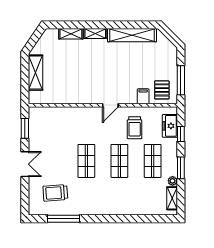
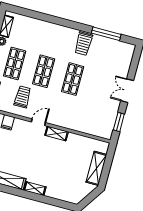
shelving: (71, 34) -> (57, 133), moved
trolley: (55, 193) -> (84, 44), moved, turned 94

